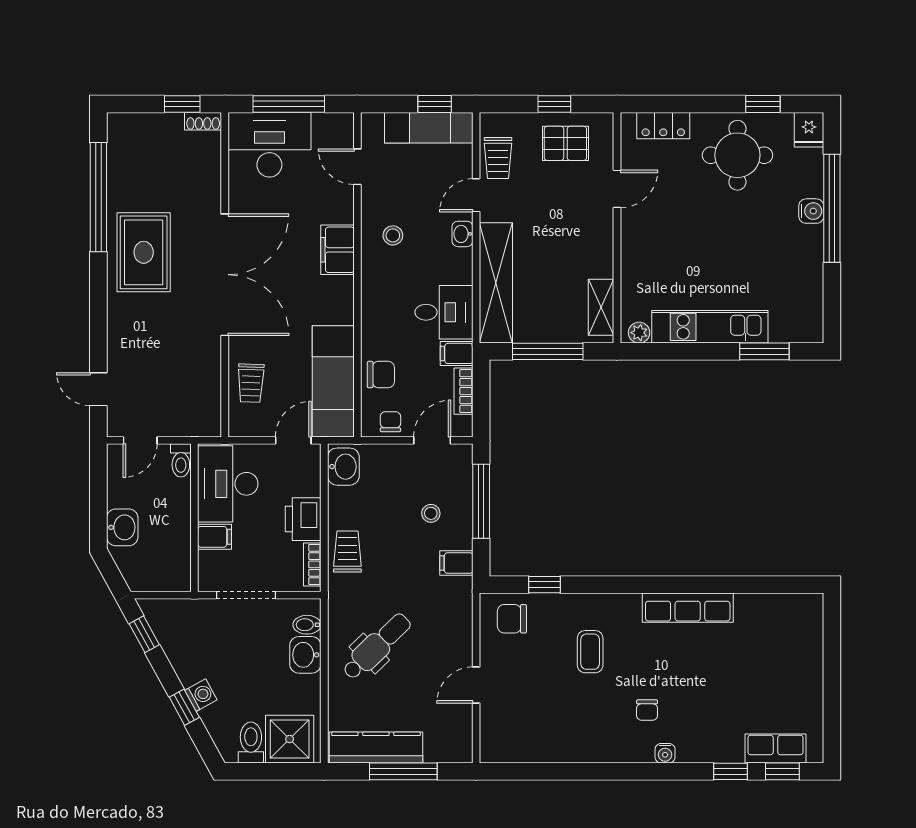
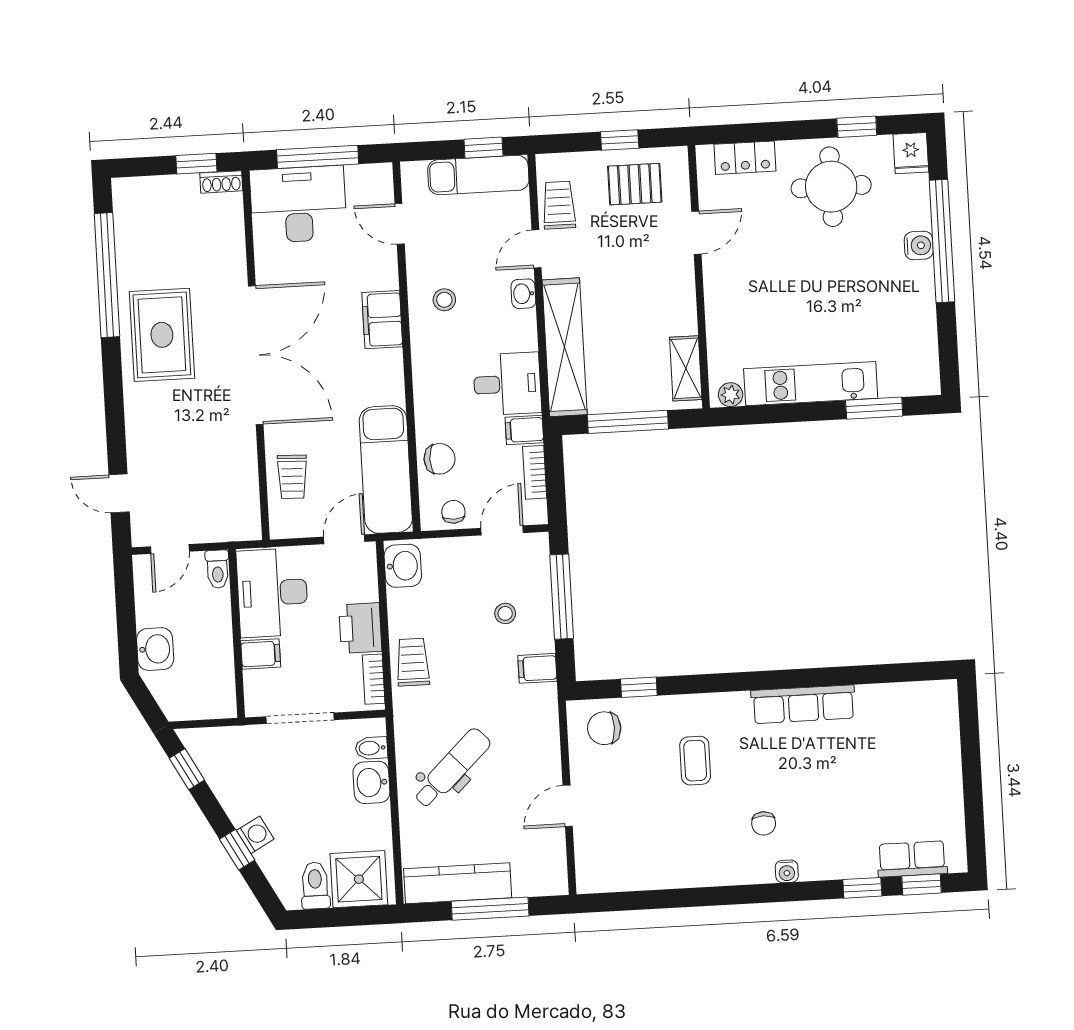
trolley: (498, 158) -> (559, 205), turned 180

